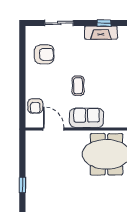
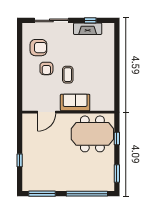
sliding door: (59, 23) -> (51, 20), width x1.37
armchair: (35, 106) -> (46, 68), moved
door: (54, 129) -> (47, 112), swing flipped

